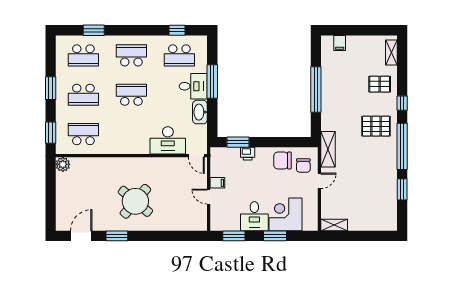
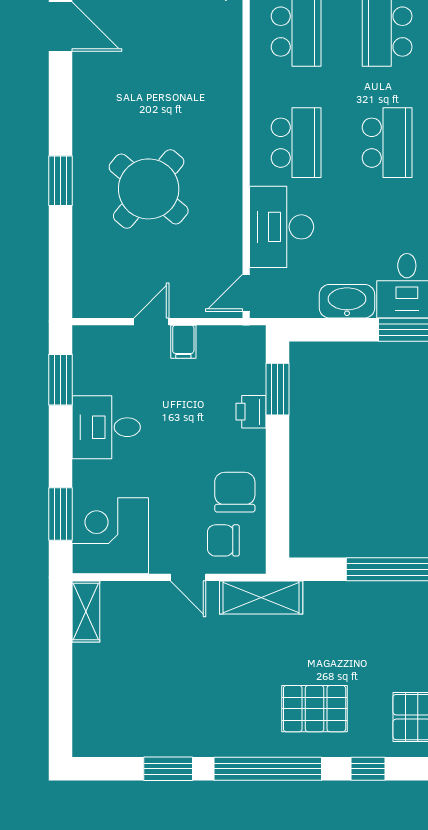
pallet: (376, 126) -> (315, 709), turned 90
school desk: (131, 134) -> (296, 143), added
round table: (135, 201) -> (149, 189), moved
corner desk: (286, 214) -> (110, 536), moved, turned -90
window: (117, 236) -> (60, 181), moved
window: (275, 236) -> (60, 514), moved

